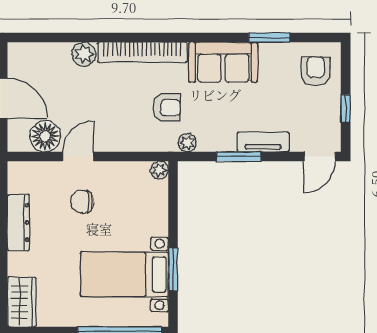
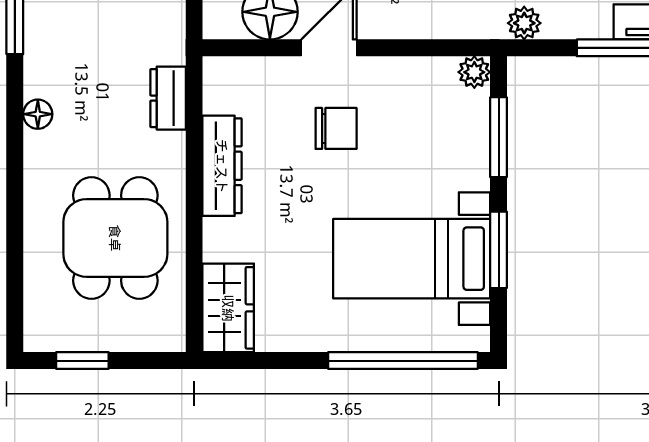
chair: (82, 202) -> (336, 128), turned 180
window: (173, 206) -> (499, 137), added

